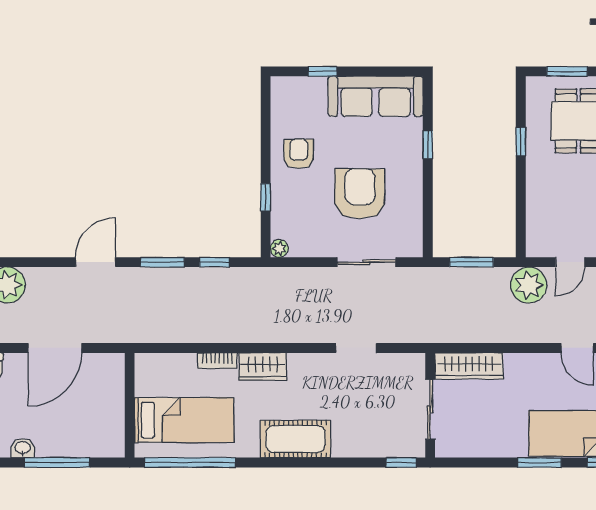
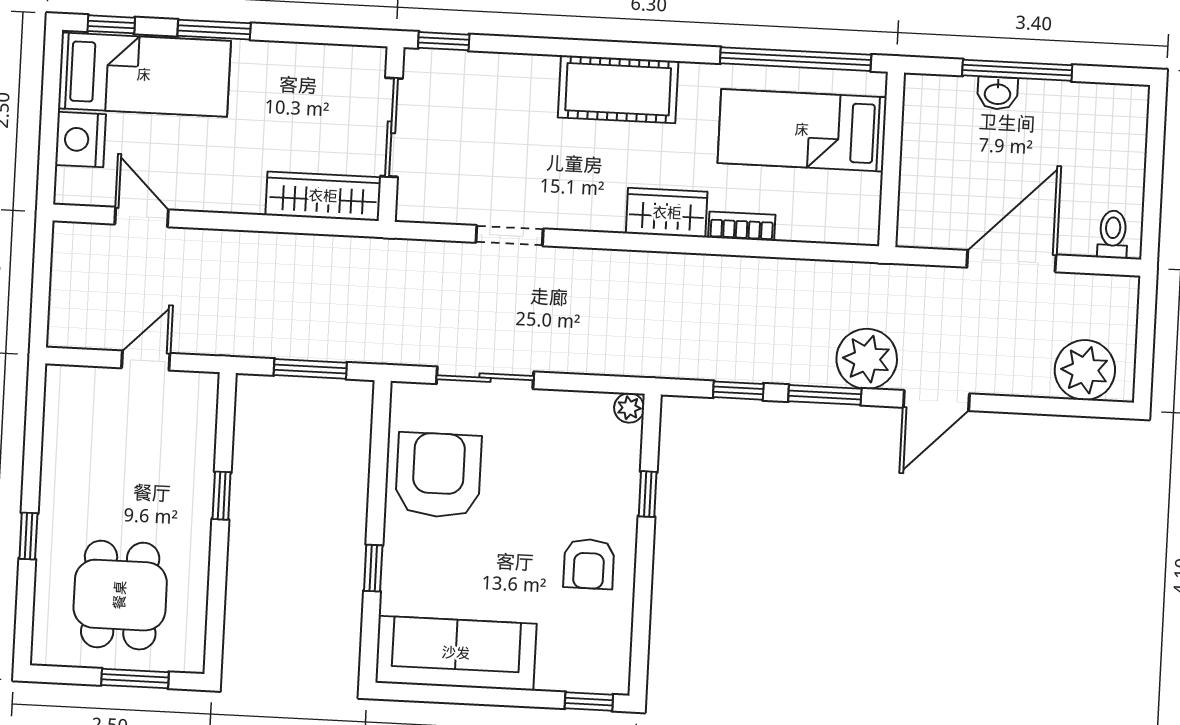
window: (323, 71) -> (589, 702), moved
window: (521, 142) -> (222, 496), moved
armchair: (360, 194) -> (438, 475), moved, turned 180
plant: (529, 285) -> (867, 359), moved
washbasin: (23, 448) -> (998, 93), moved

